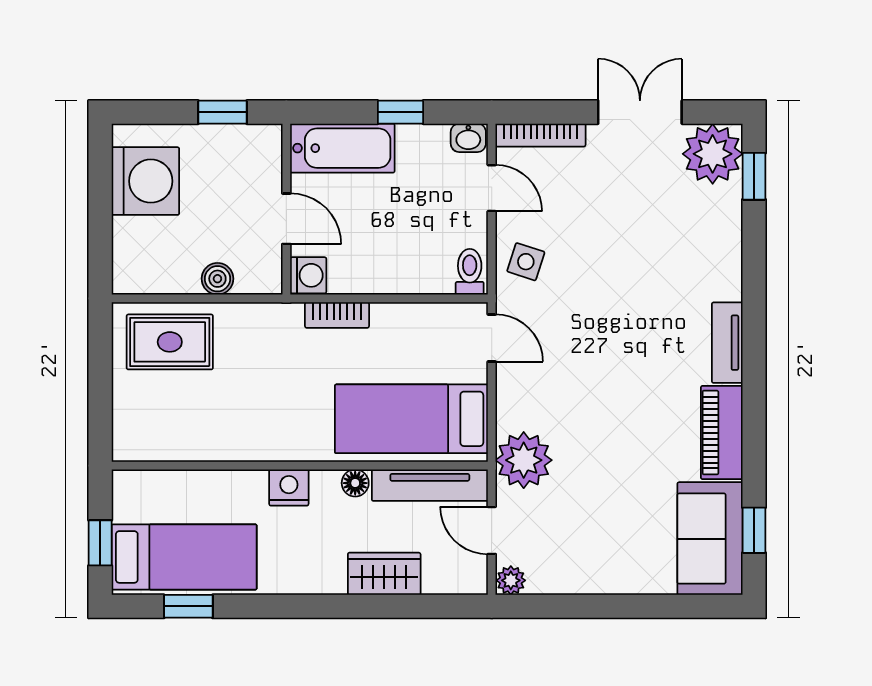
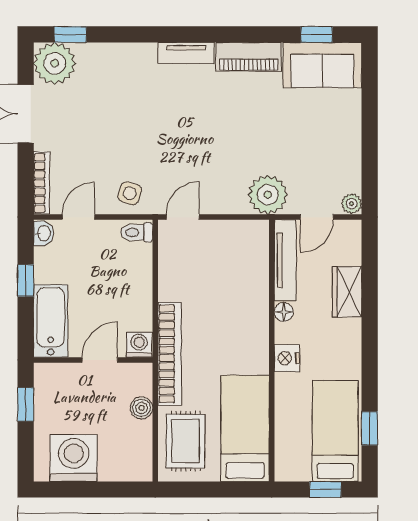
bookcase: (337, 315) -> (170, 354), width x2.31, depth x1.31
bed: (411, 419) -> (245, 428), moved, turned 180

